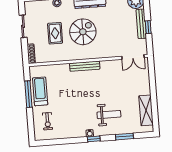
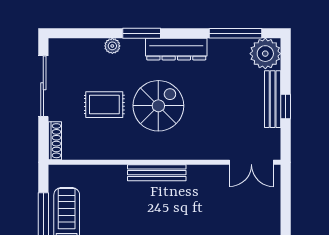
sliding door: (23, 26) -> (43, 86), width x1.37
rug: (55, 33) -> (104, 105), turned 90

